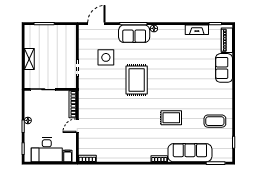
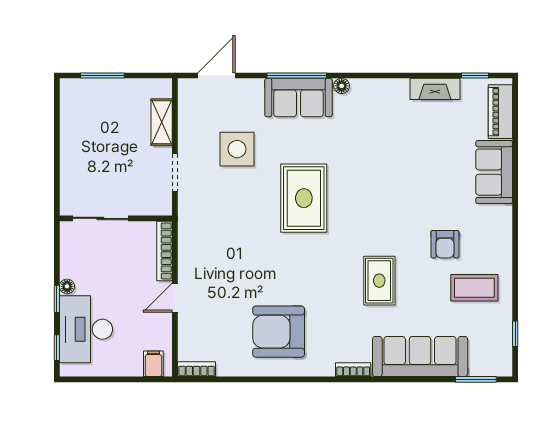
shelving: (29, 59) -> (162, 122), moved
armchair: (201, 101) -> (445, 244), added
rug: (171, 118) -> (379, 281), turned 90
armchair: (125, 141) -> (279, 332), added
desk: (47, 150) -> (86, 329), moved, turned 90

